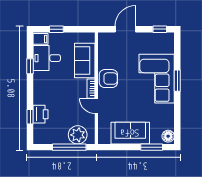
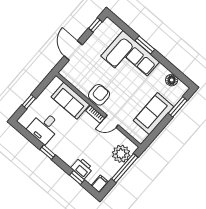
filing cabinet: (40, 39) -> (100, 184), moved
window: (30, 66) -> (48, 152), moved
floor lamp: (168, 136) -> (172, 80), moved

